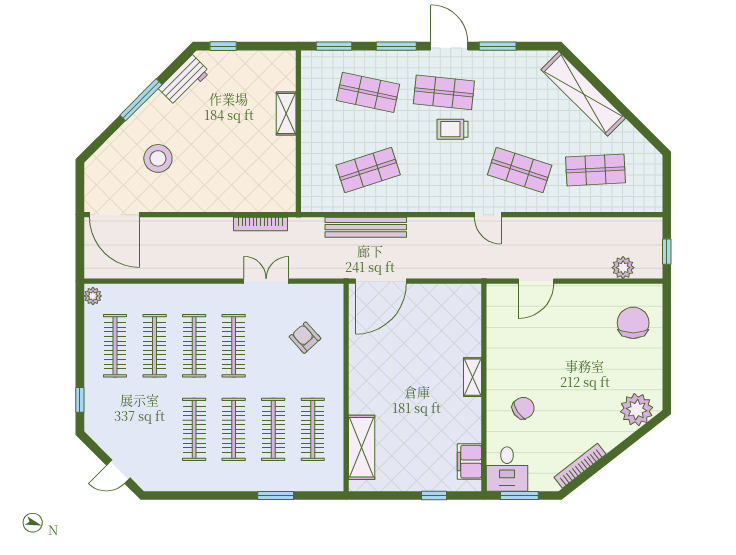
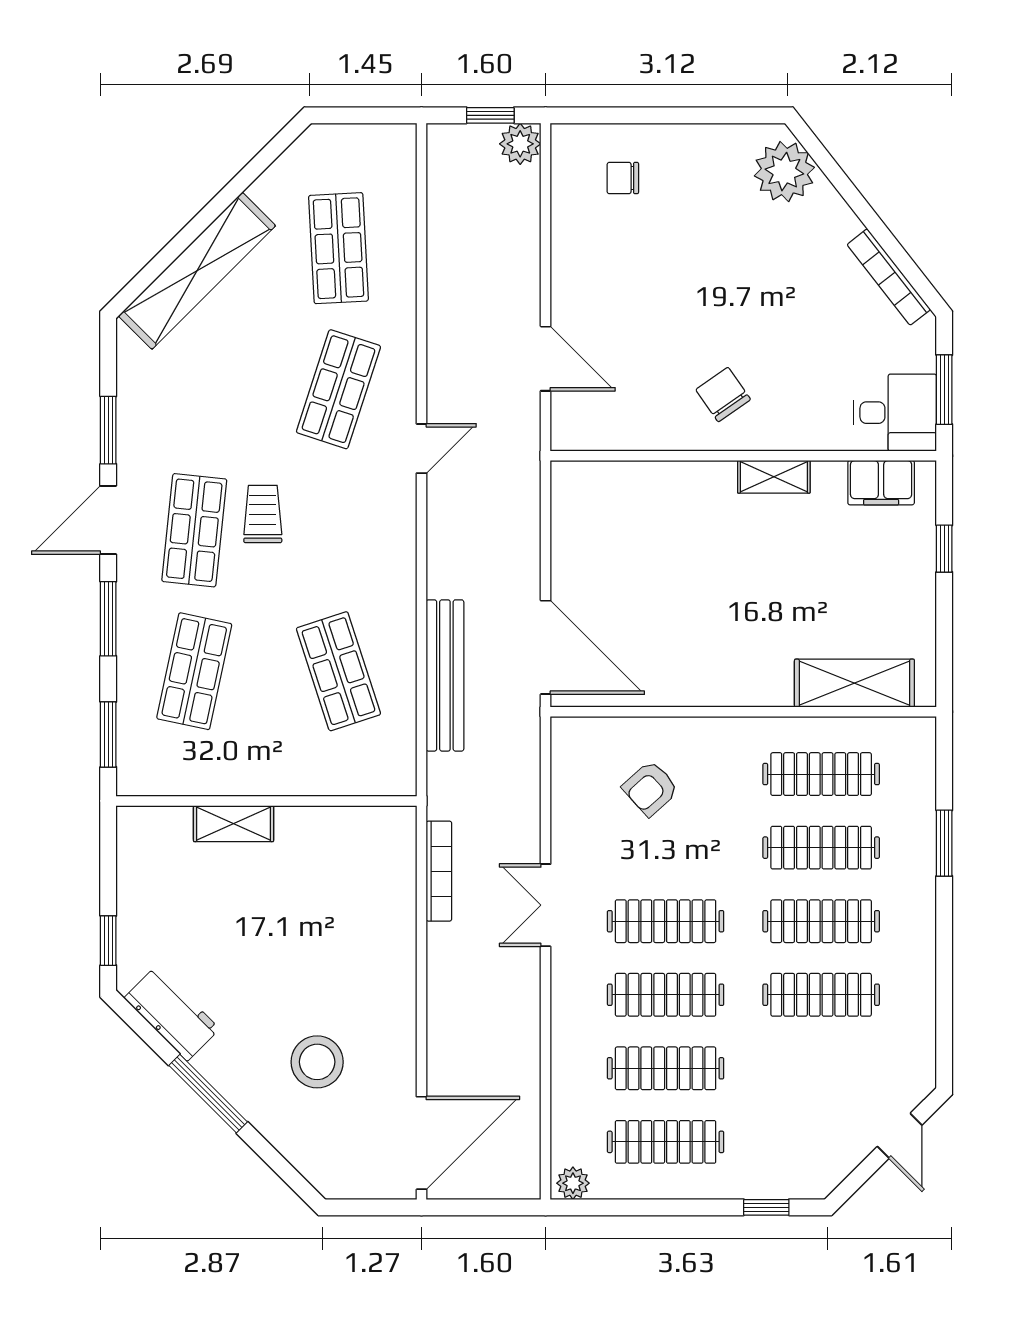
trolley: (453, 129) -> (263, 514), turned 180
plant: (623, 268) -> (520, 144), moved
double door: (266, 281) -> (546, 905), moved
chair: (633, 323) -> (623, 178), width x0.54, depth x0.54
shelving: (473, 377) -> (774, 477), moved
chair: (523, 408) -> (723, 395), moved

